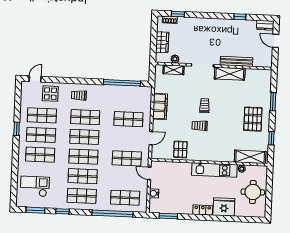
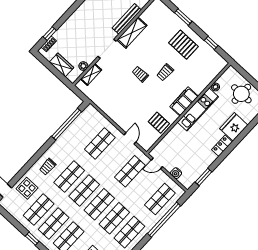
filing cabinet: (160, 107) -> (184, 101), moved, turned -90
trolley: (200, 126) -> (165, 72), moved
shelving: (250, 157) -> (212, 72), removed

